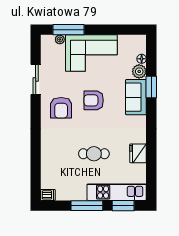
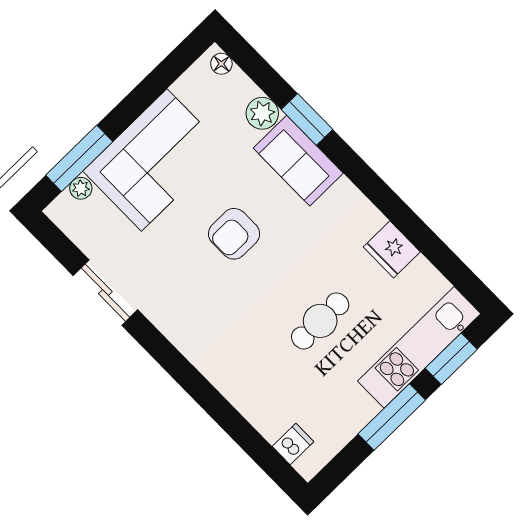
floor lamp: (142, 59) -> (221, 64), moved
armchair: (61, 108) -> (192, 298), removed
dishwasher: (48, 195) -> (293, 444), moved

